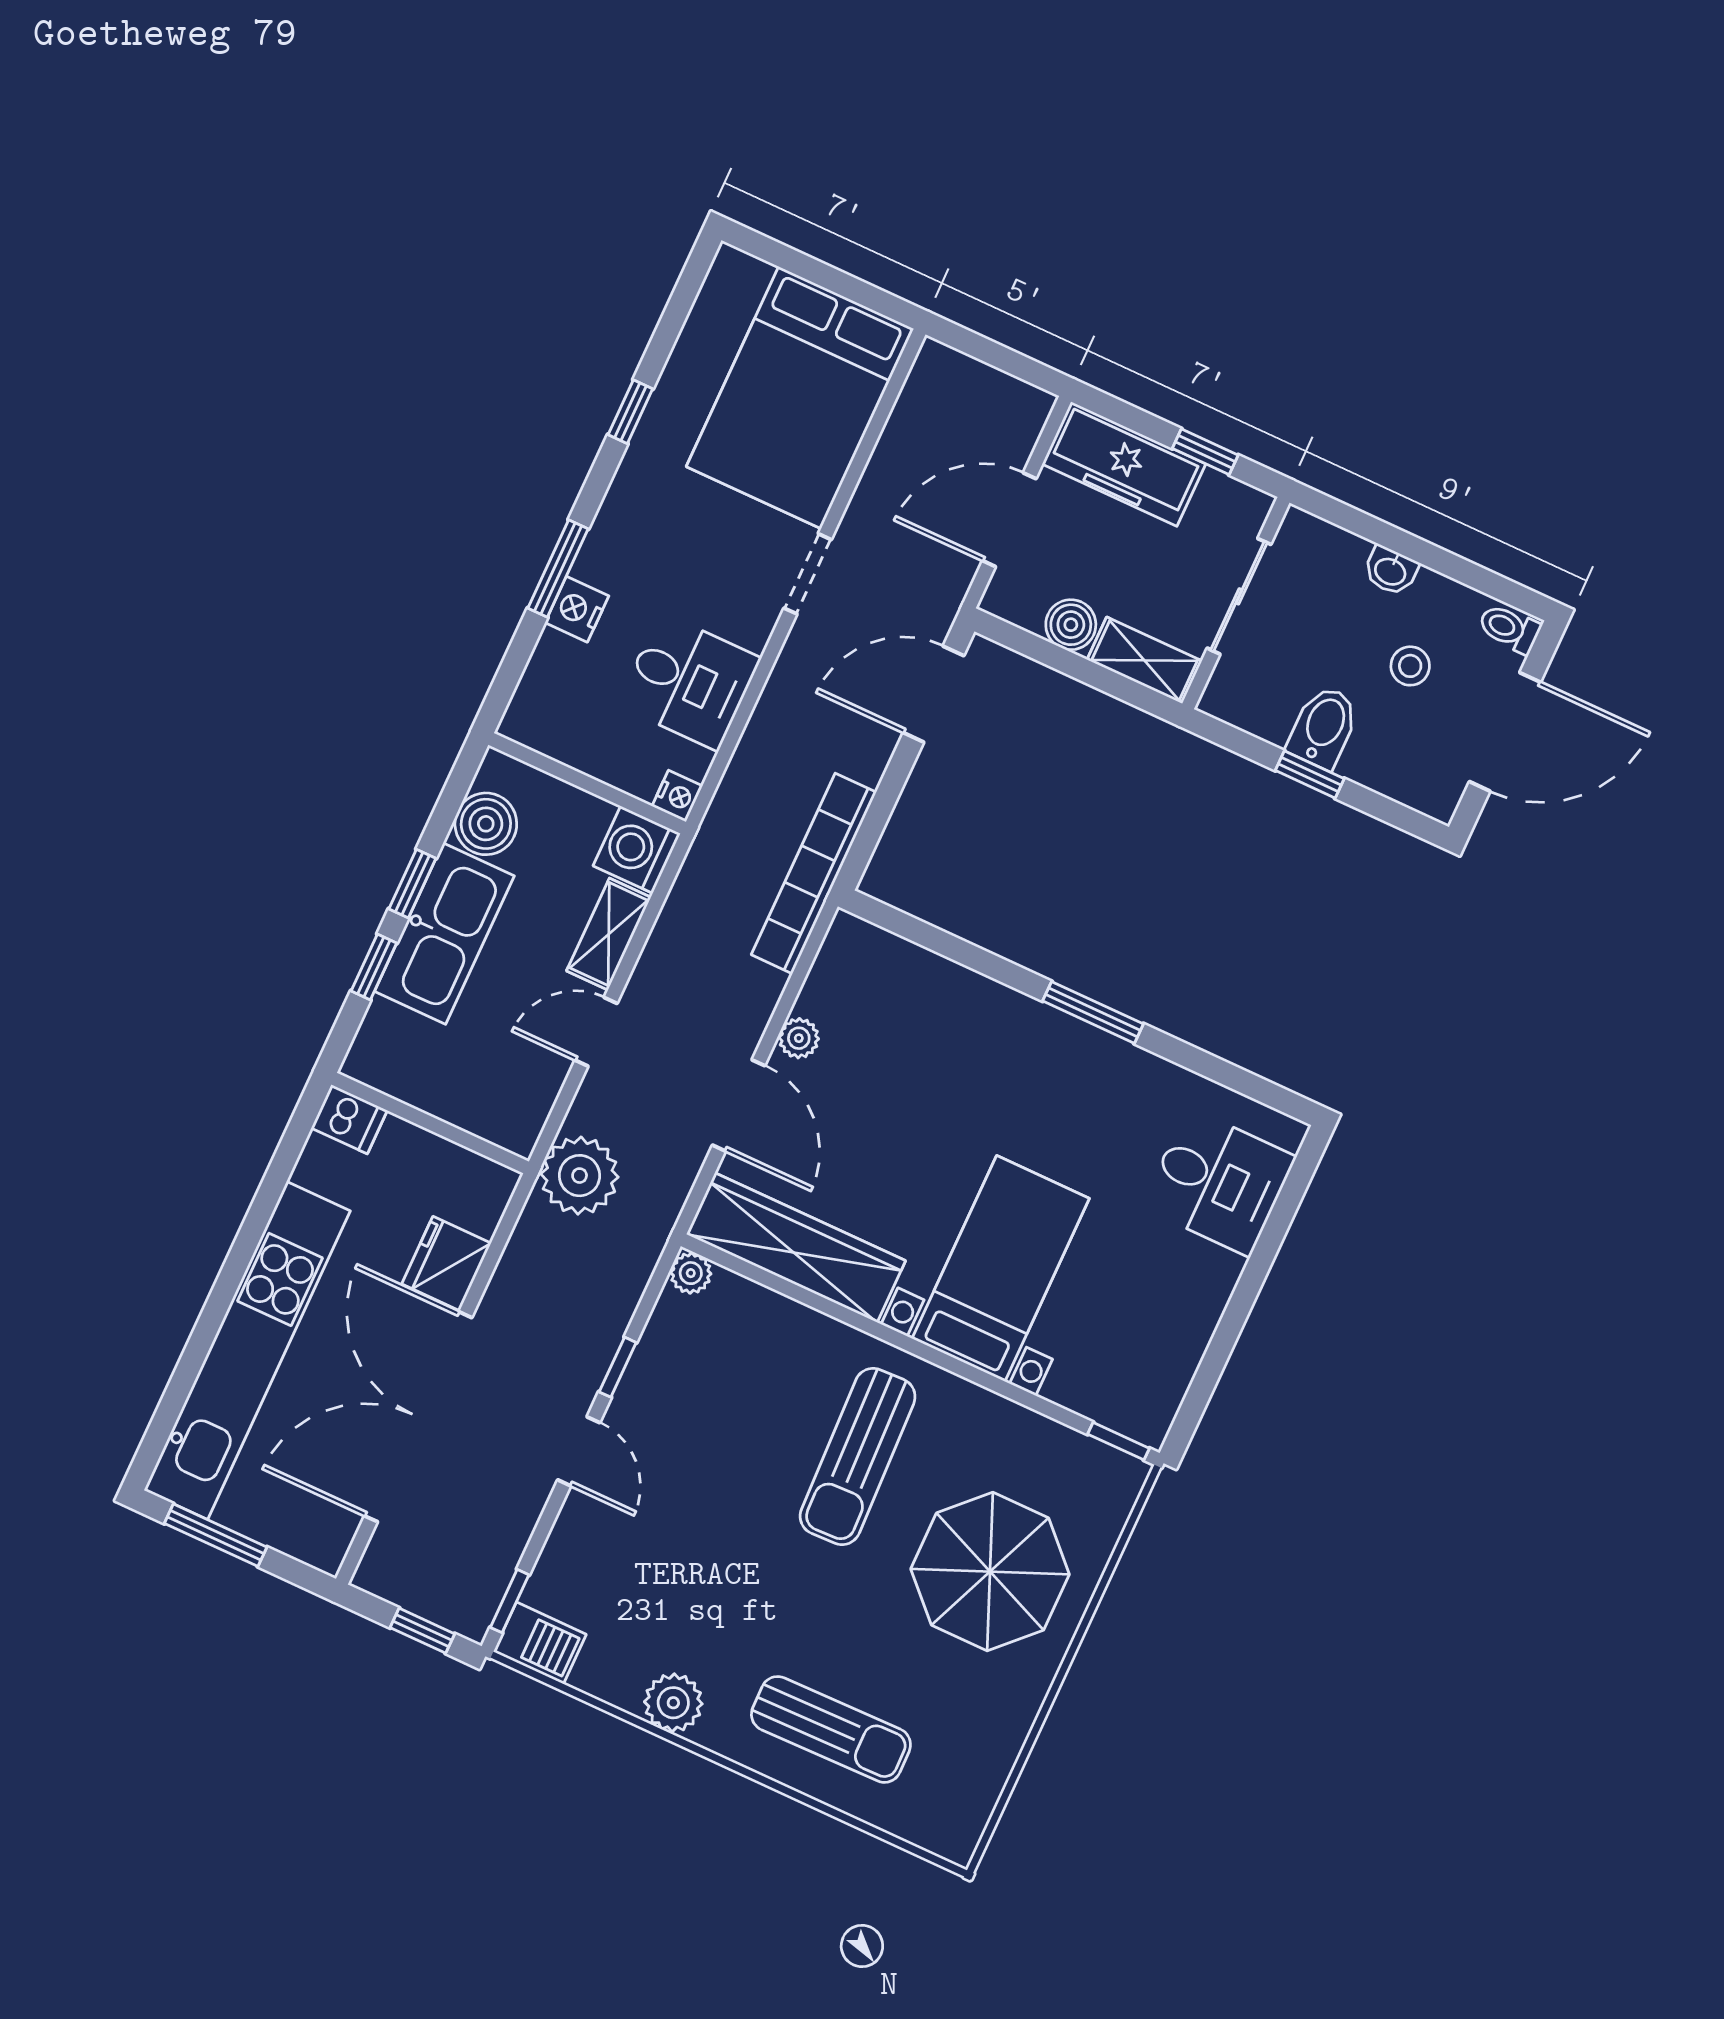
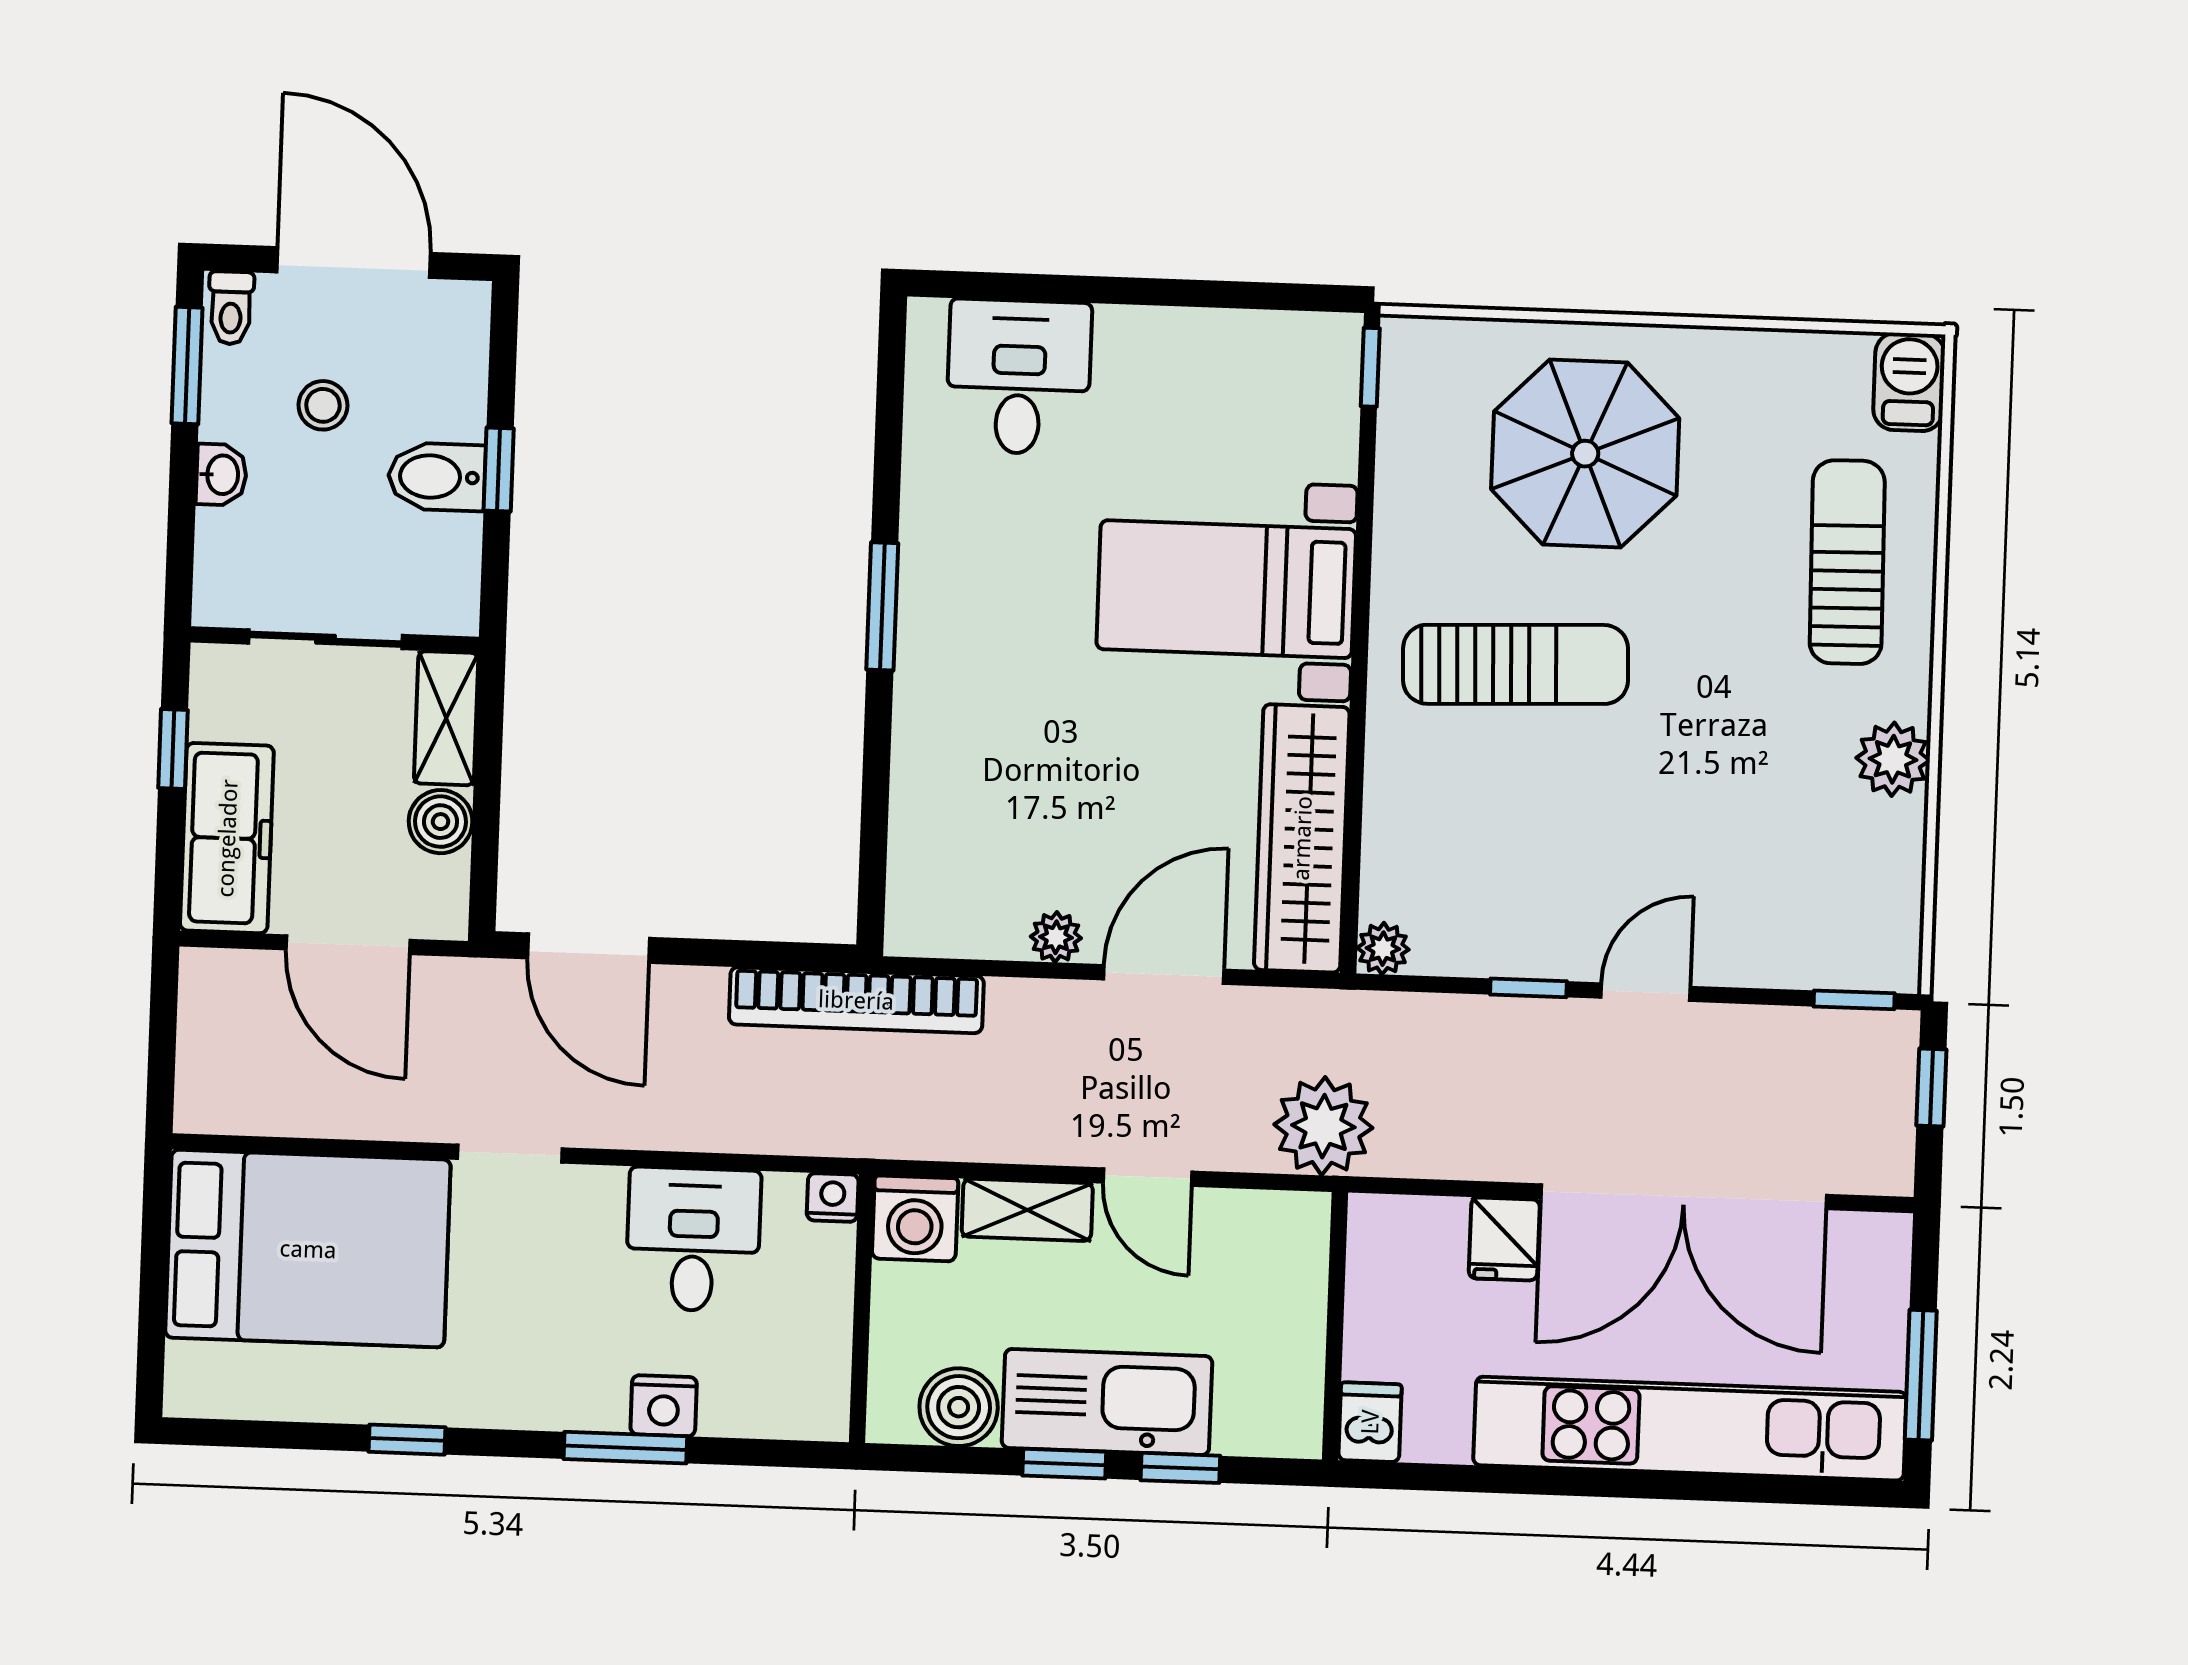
window: (1481, 579) -> (187, 365), added
fridge: (446, 1264) -> (1504, 1239), width x0.72
barbecue: (540, 1643) -> (1909, 382), moved

